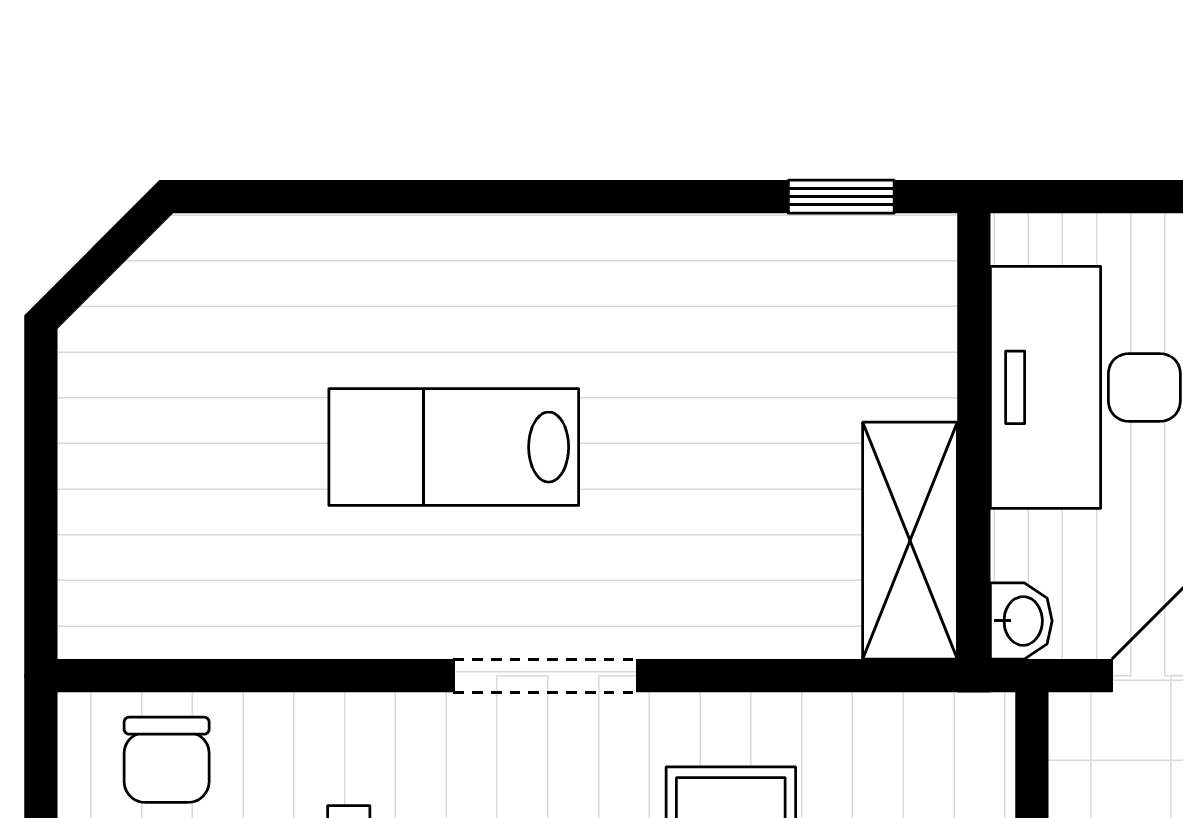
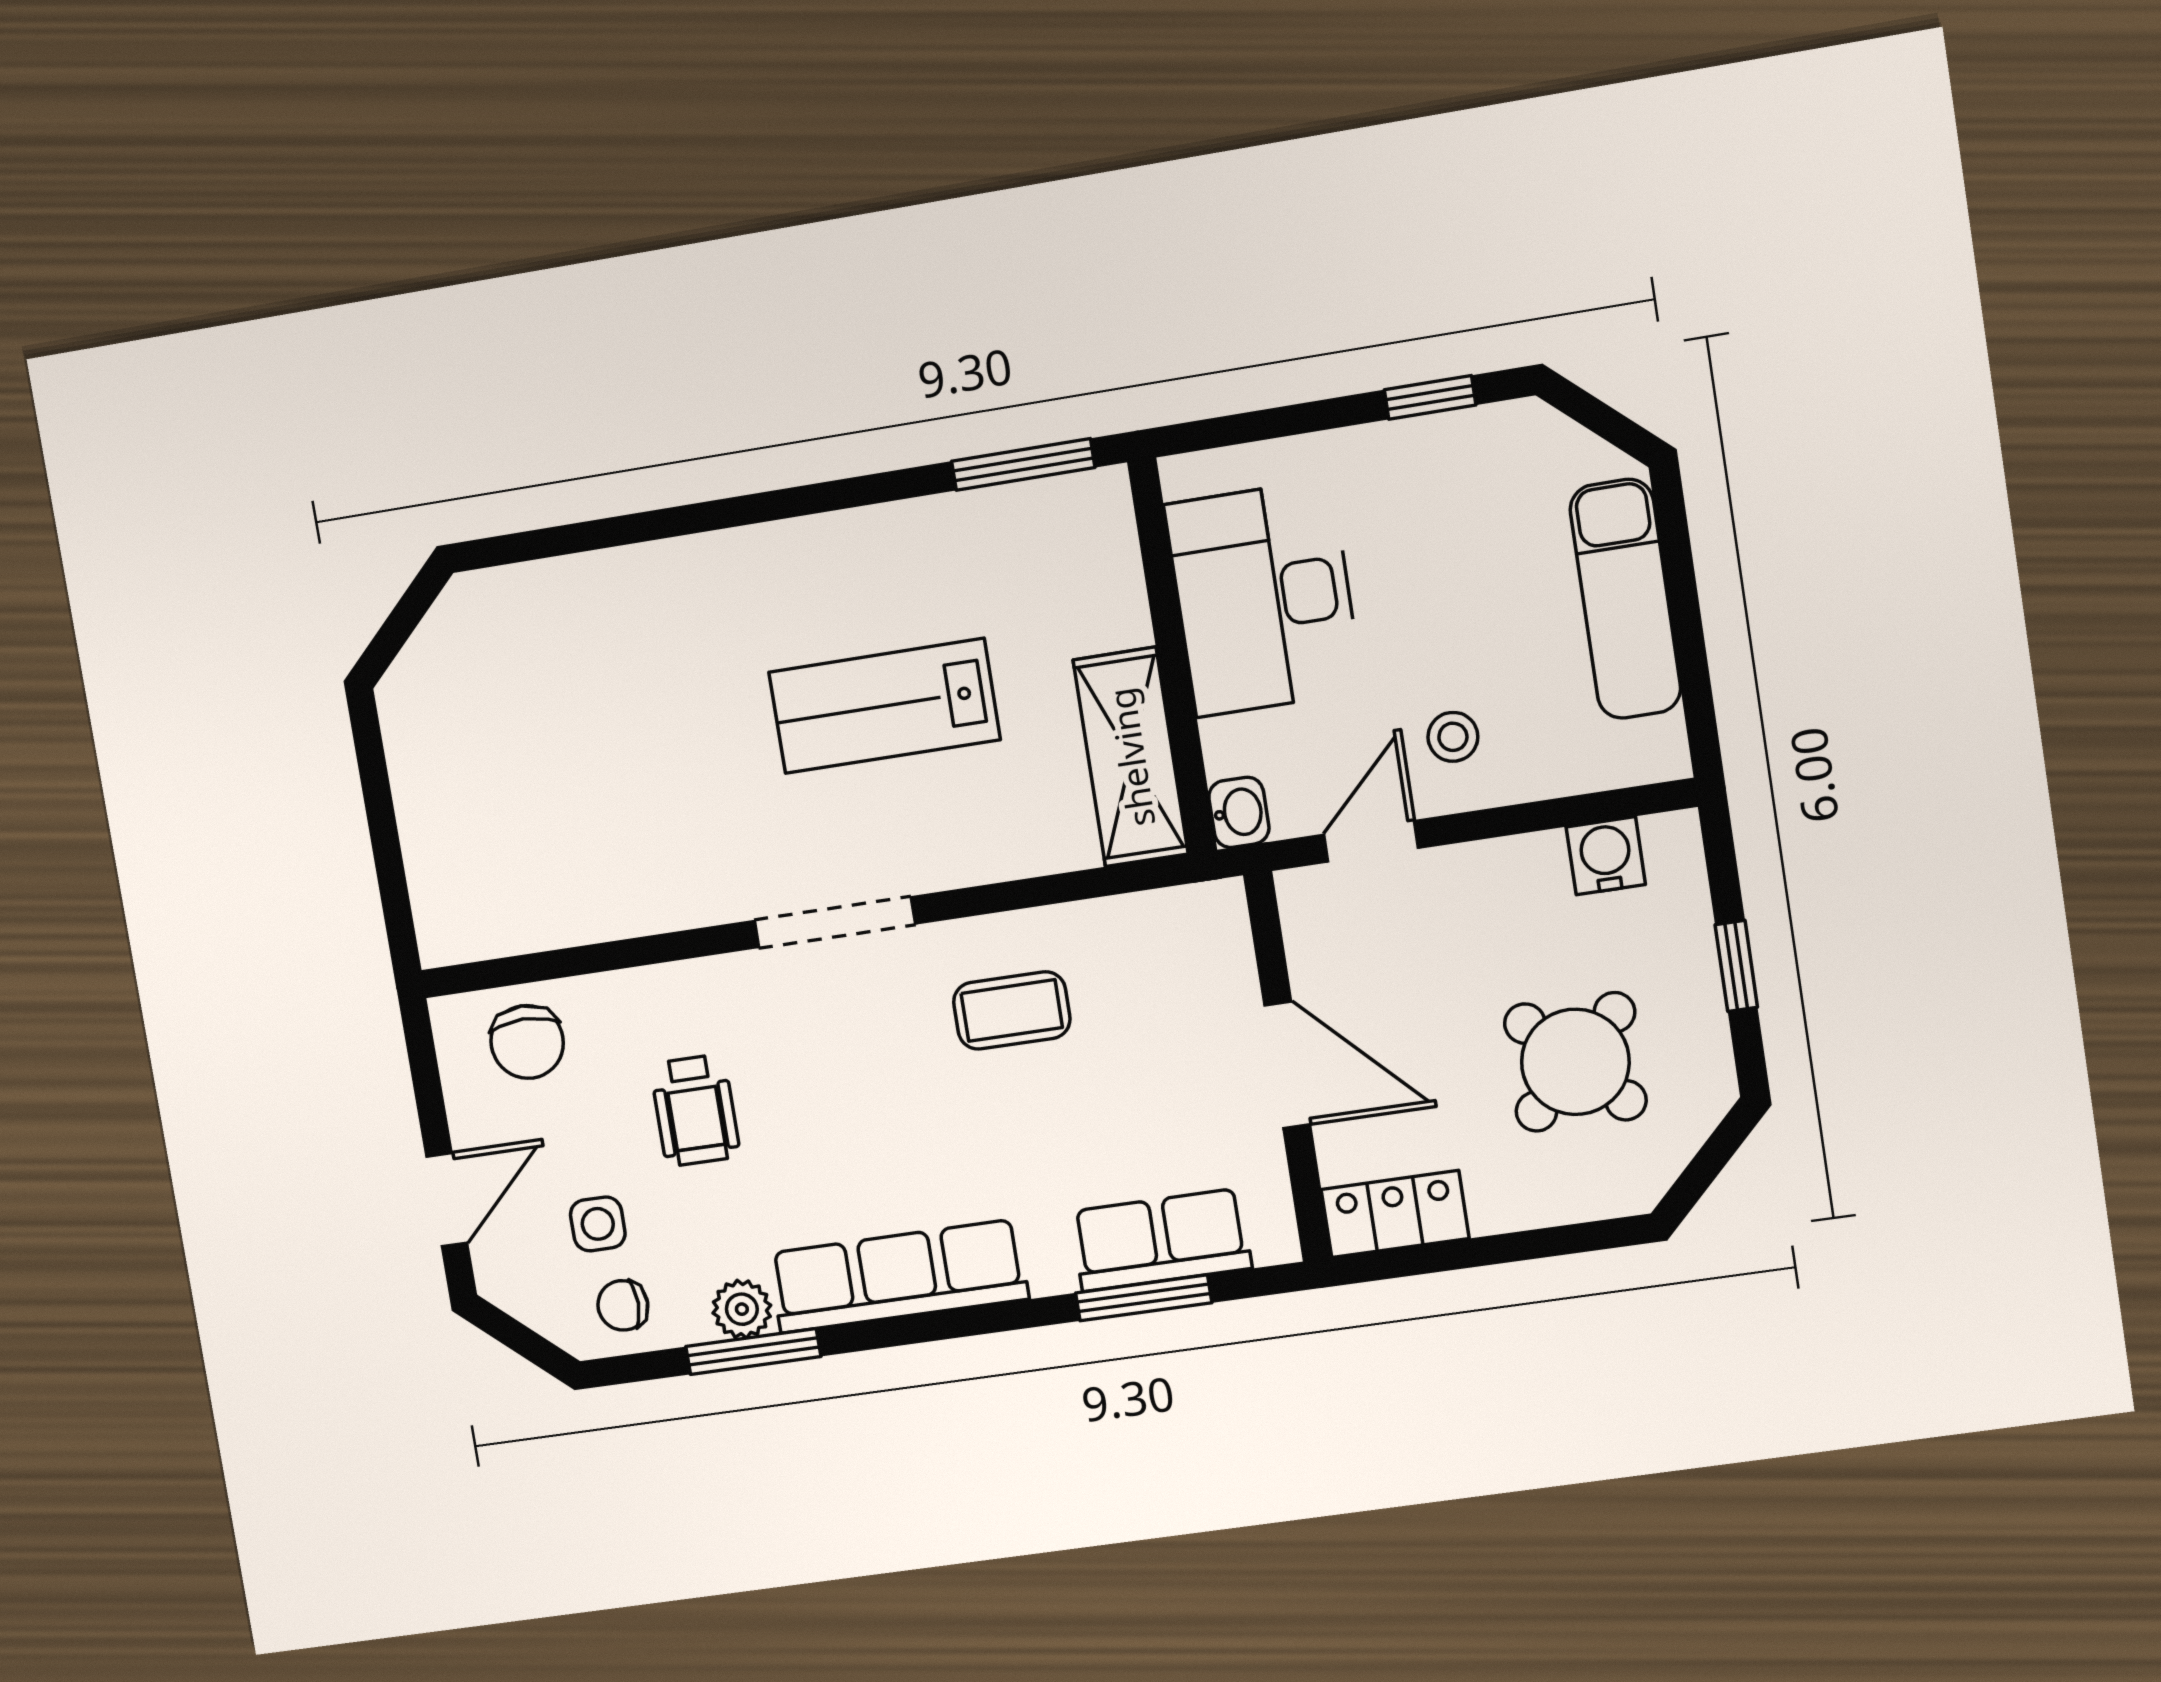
window: (841, 197) -> (1023, 464), width x1.50
lab bench: (454, 447) -> (884, 706), moved

